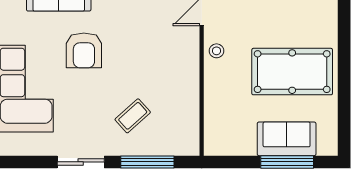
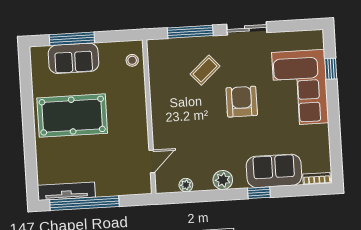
armchair: (84, 50) -> (242, 102), moved
stool: (217, 51) -> (132, 60), moved

